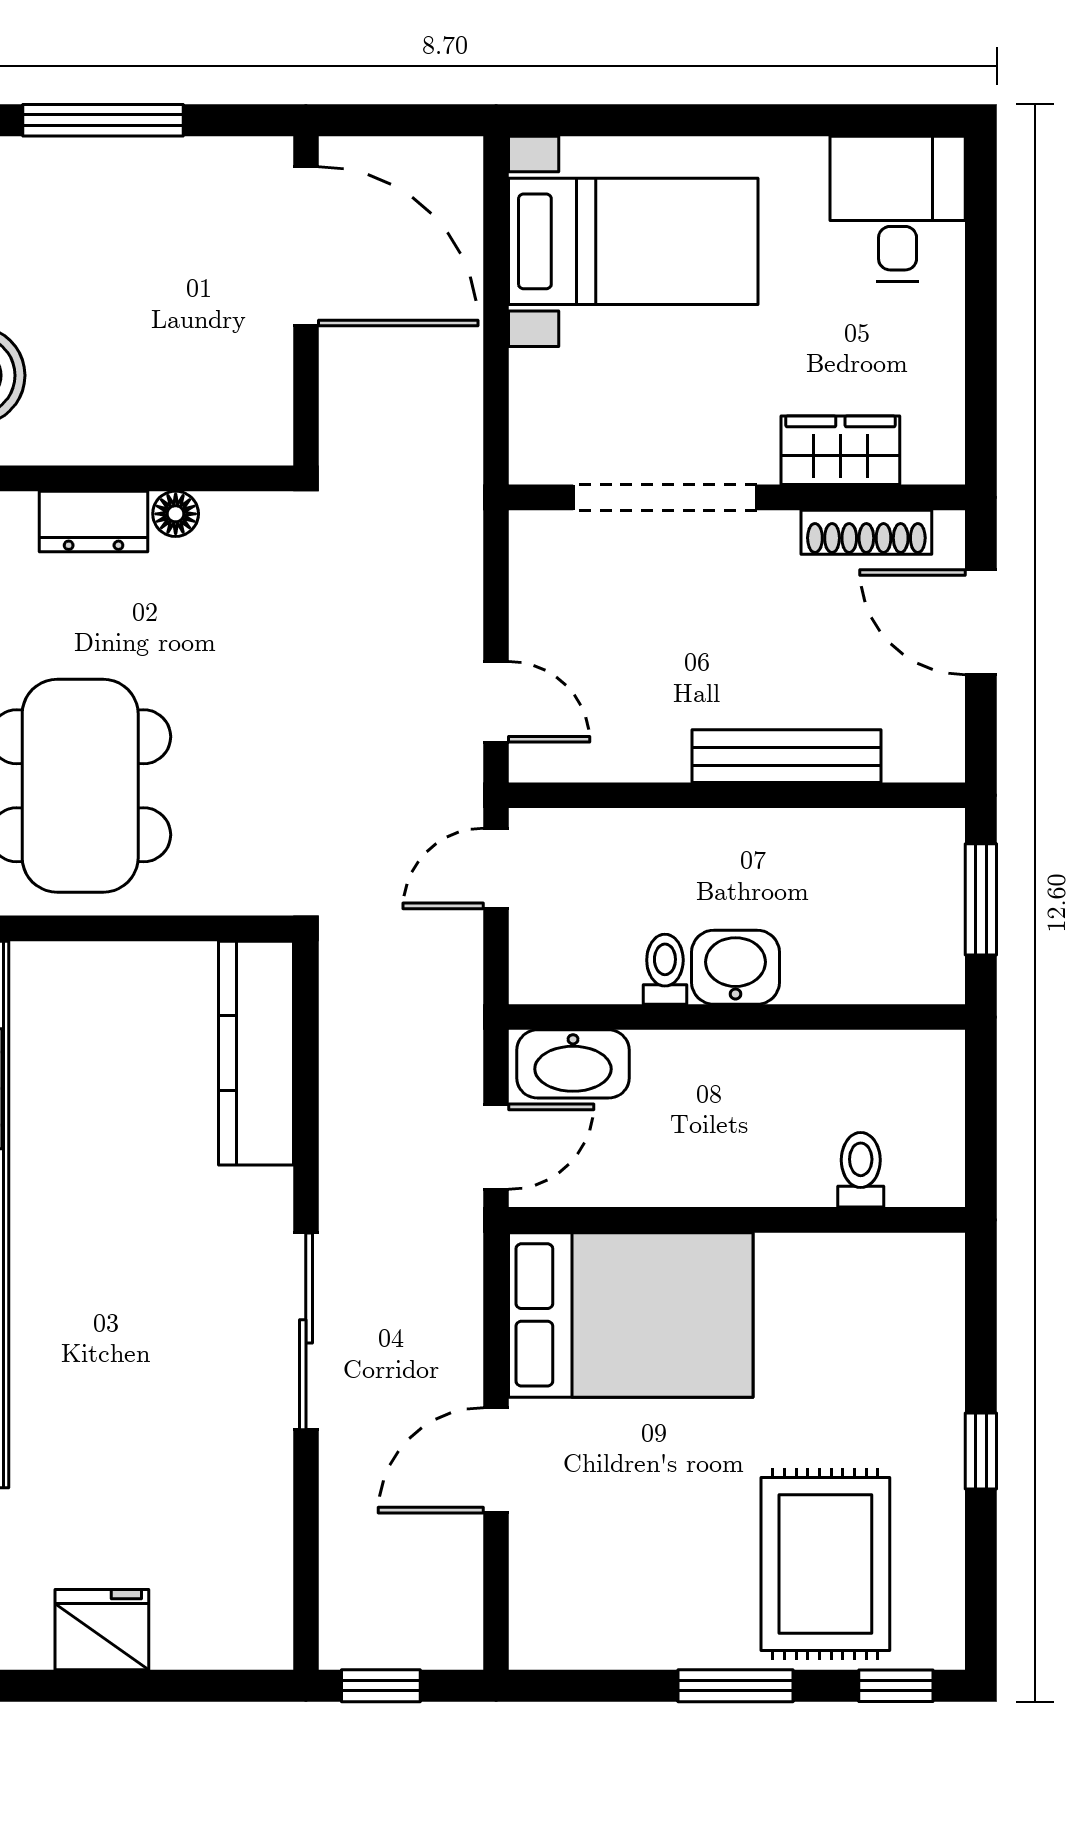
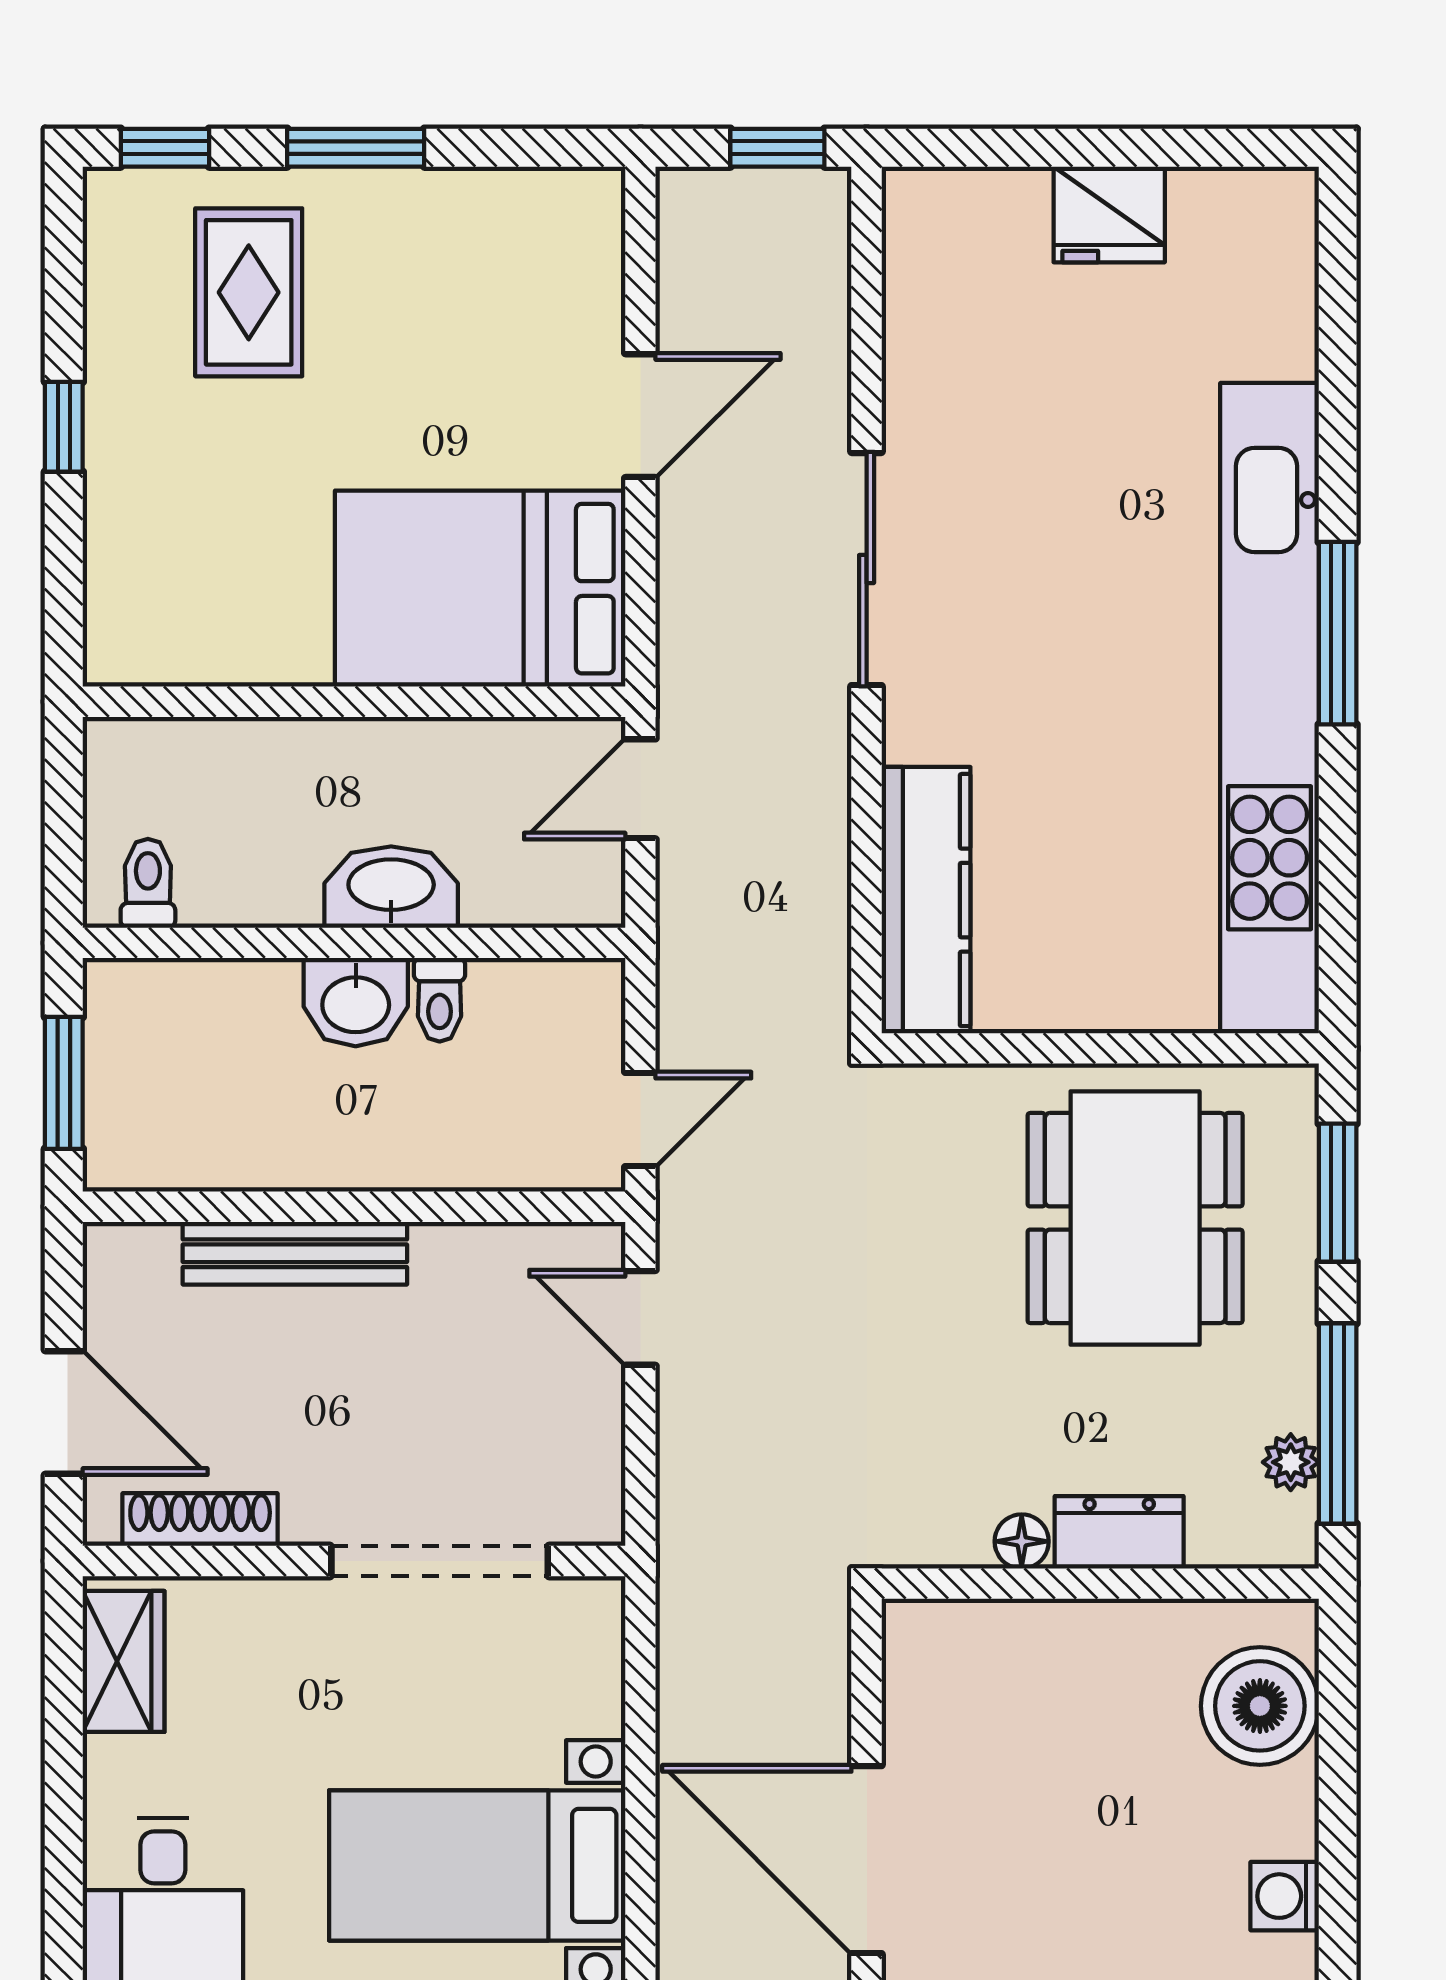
wardrobe: (840, 450) -> (124, 1661), moved, turned -90
washbasin: (573, 1064) -> (391, 887), moved
toilet: (861, 1170) -> (148, 883), moved, turned 180
rug: (825, 1564) -> (249, 292), width x0.73, depth x0.70

